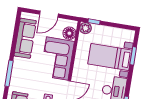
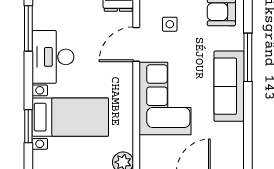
floor lamp: (69, 33) -> (151, 148), removed
sofa: (25, 38) -> (229, 86), moved

